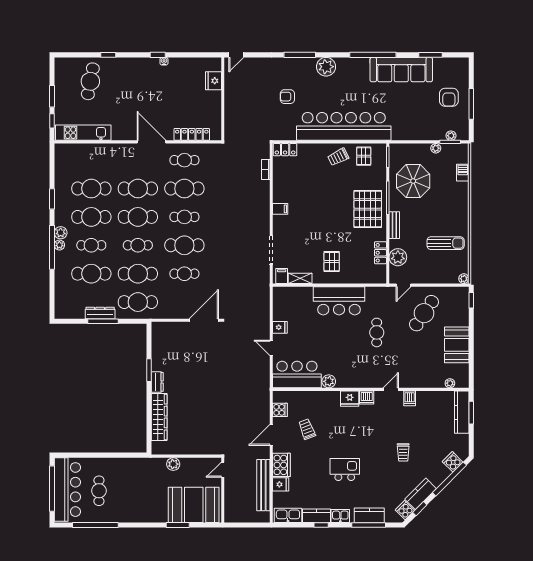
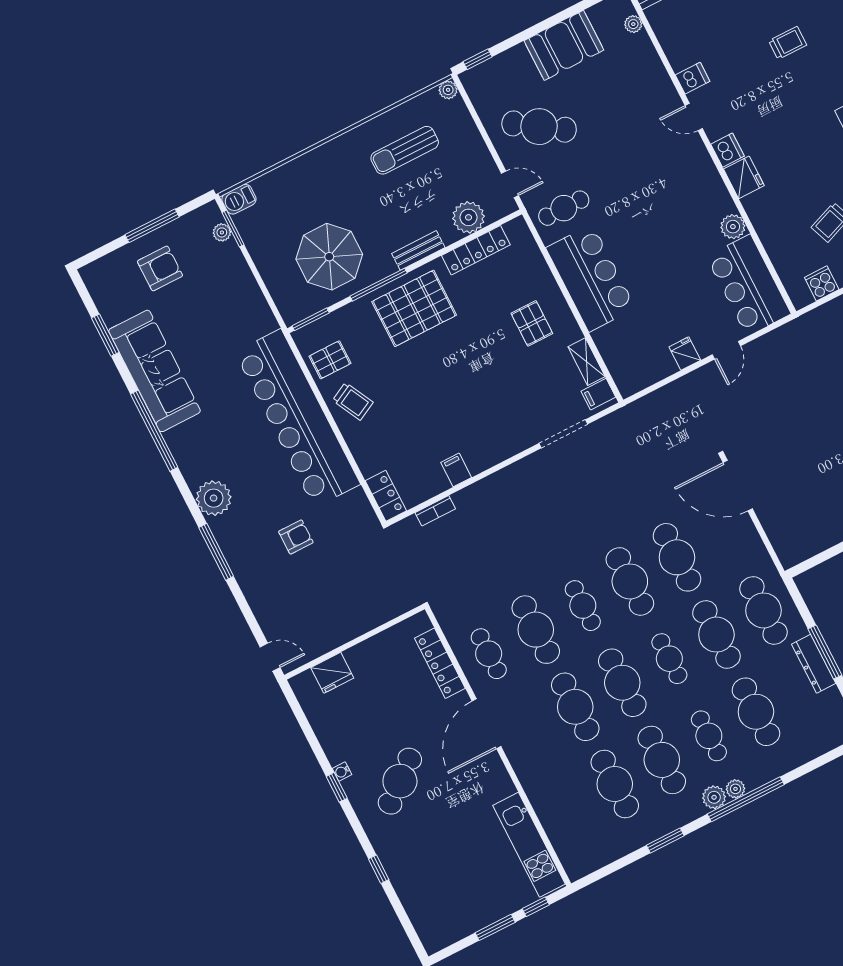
cafe table: (90, 81) -> (400, 781), moved, turned -50
armchair: (287, 97) -> (296, 537), turned -90
plant: (436, 148) -> (256, 247), removed
barbecue: (463, 173) -> (239, 199), moved
filing cabinet: (280, 209) -> (456, 470), moved
sun lounger: (446, 243) -> (405, 150), turned -90
locker: (380, 253) -> (476, 250), width x1.53
pallet: (332, 262) -> (532, 323), turned 90
cafe table: (184, 274) -> (677, 557), width x1.37, depth x1.35
cafe table: (377, 332) -> (564, 208), moved

